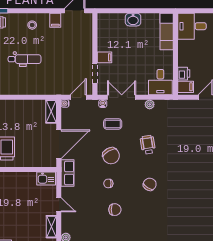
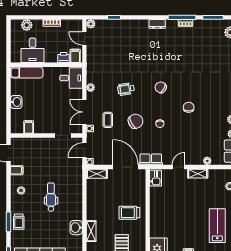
desk: (192, 26) -> (33, 50), moved
filing cabinet: (104, 57) -> (29, 127), moved
door: (78, 97) -> (84, 150), hinge flipped
chair: (115, 210) -> (189, 107), moved

